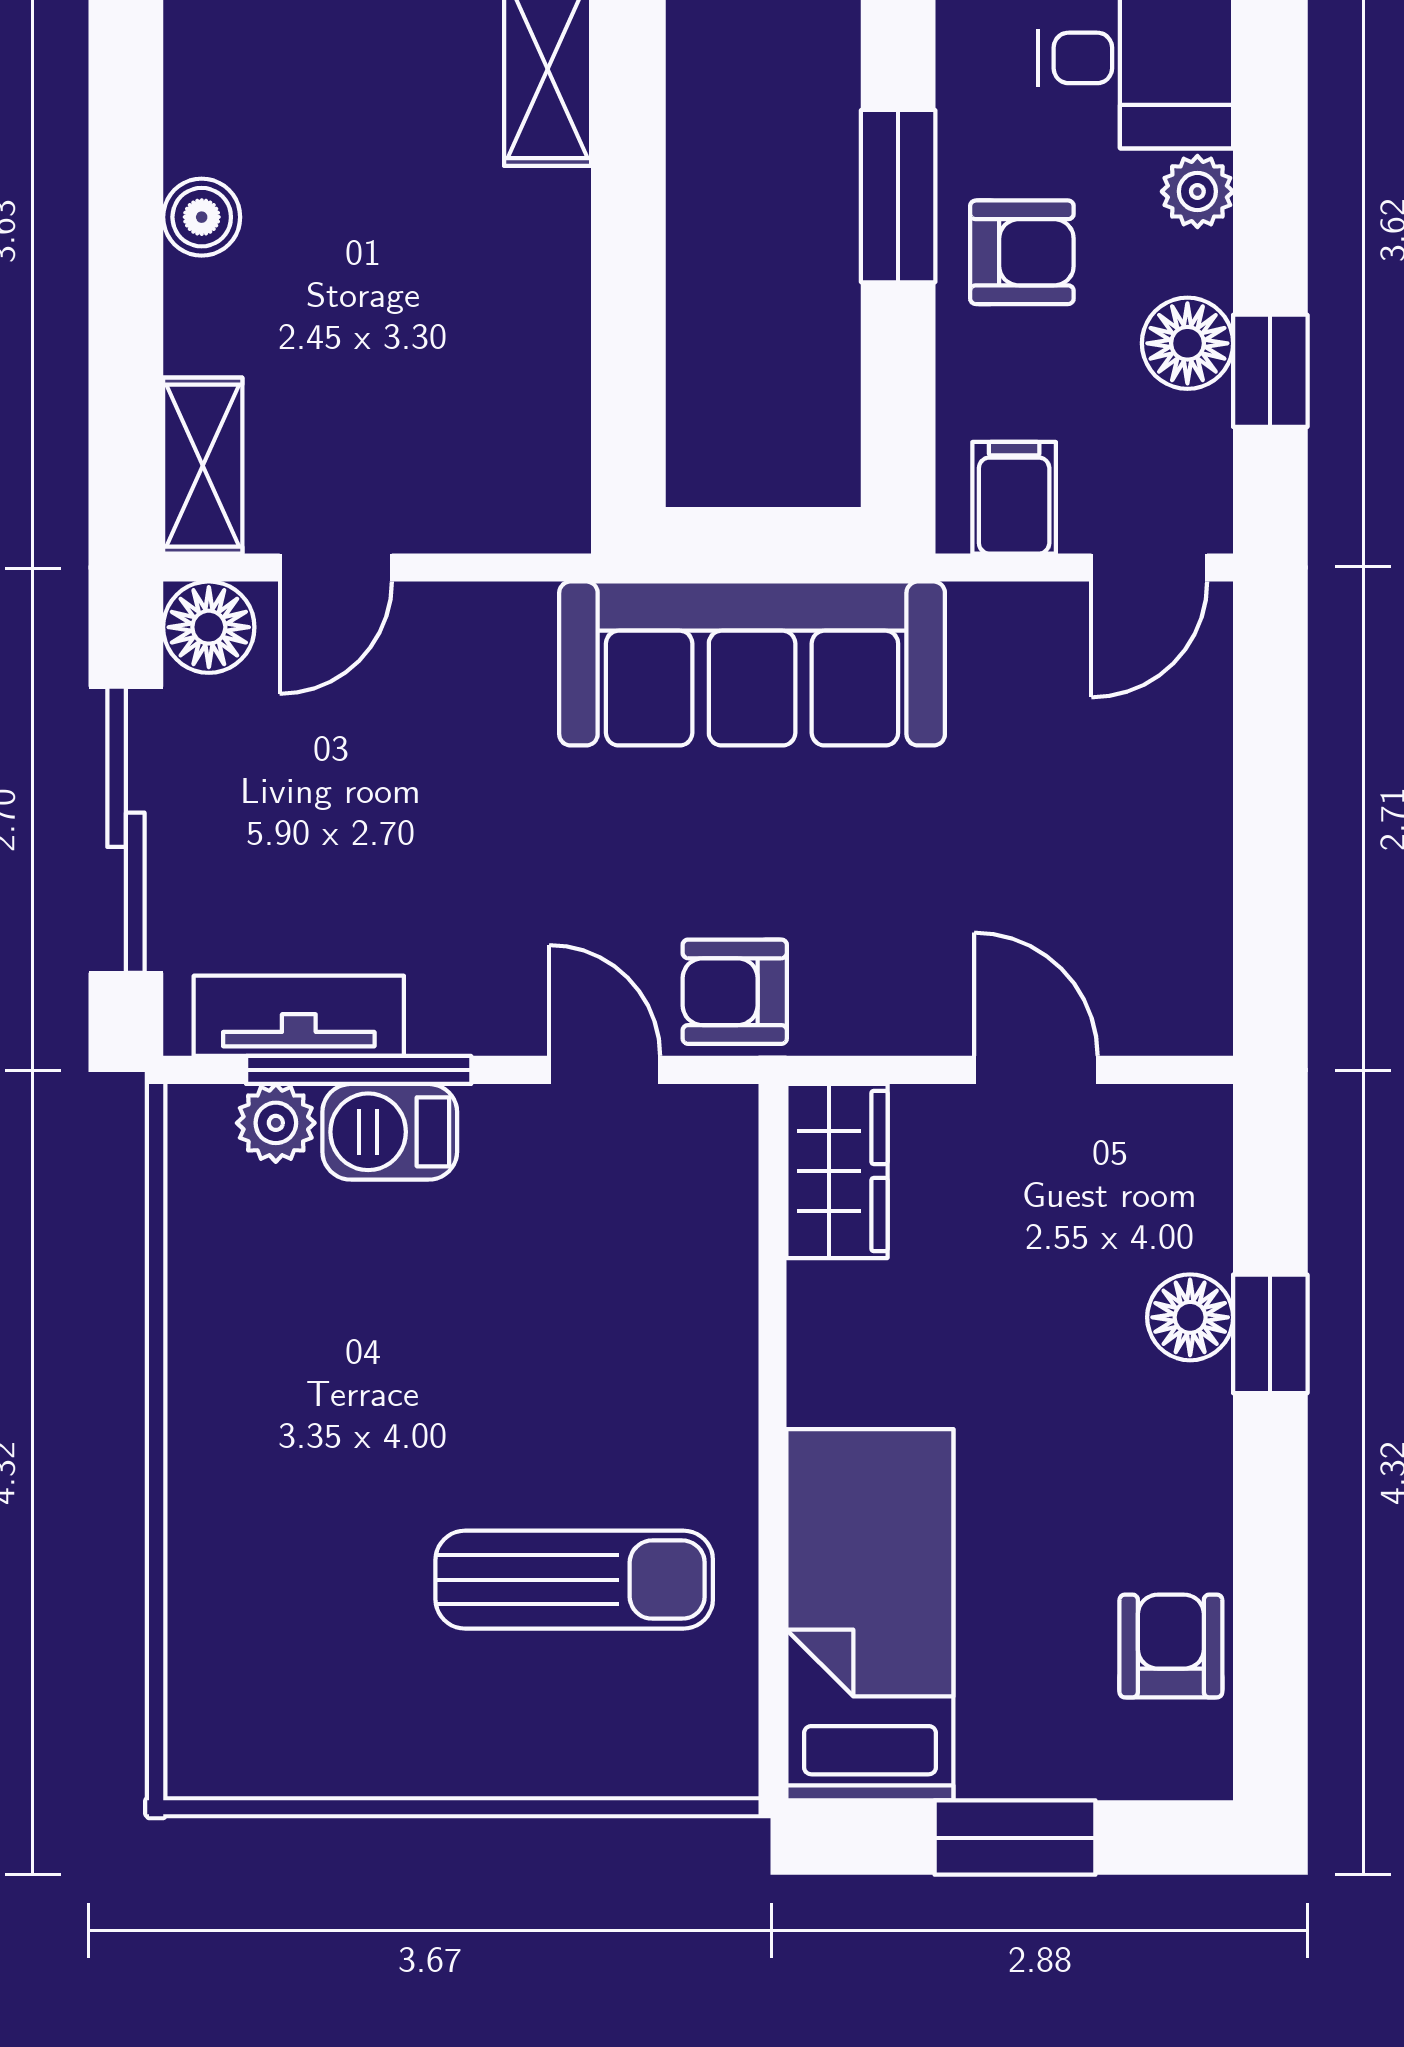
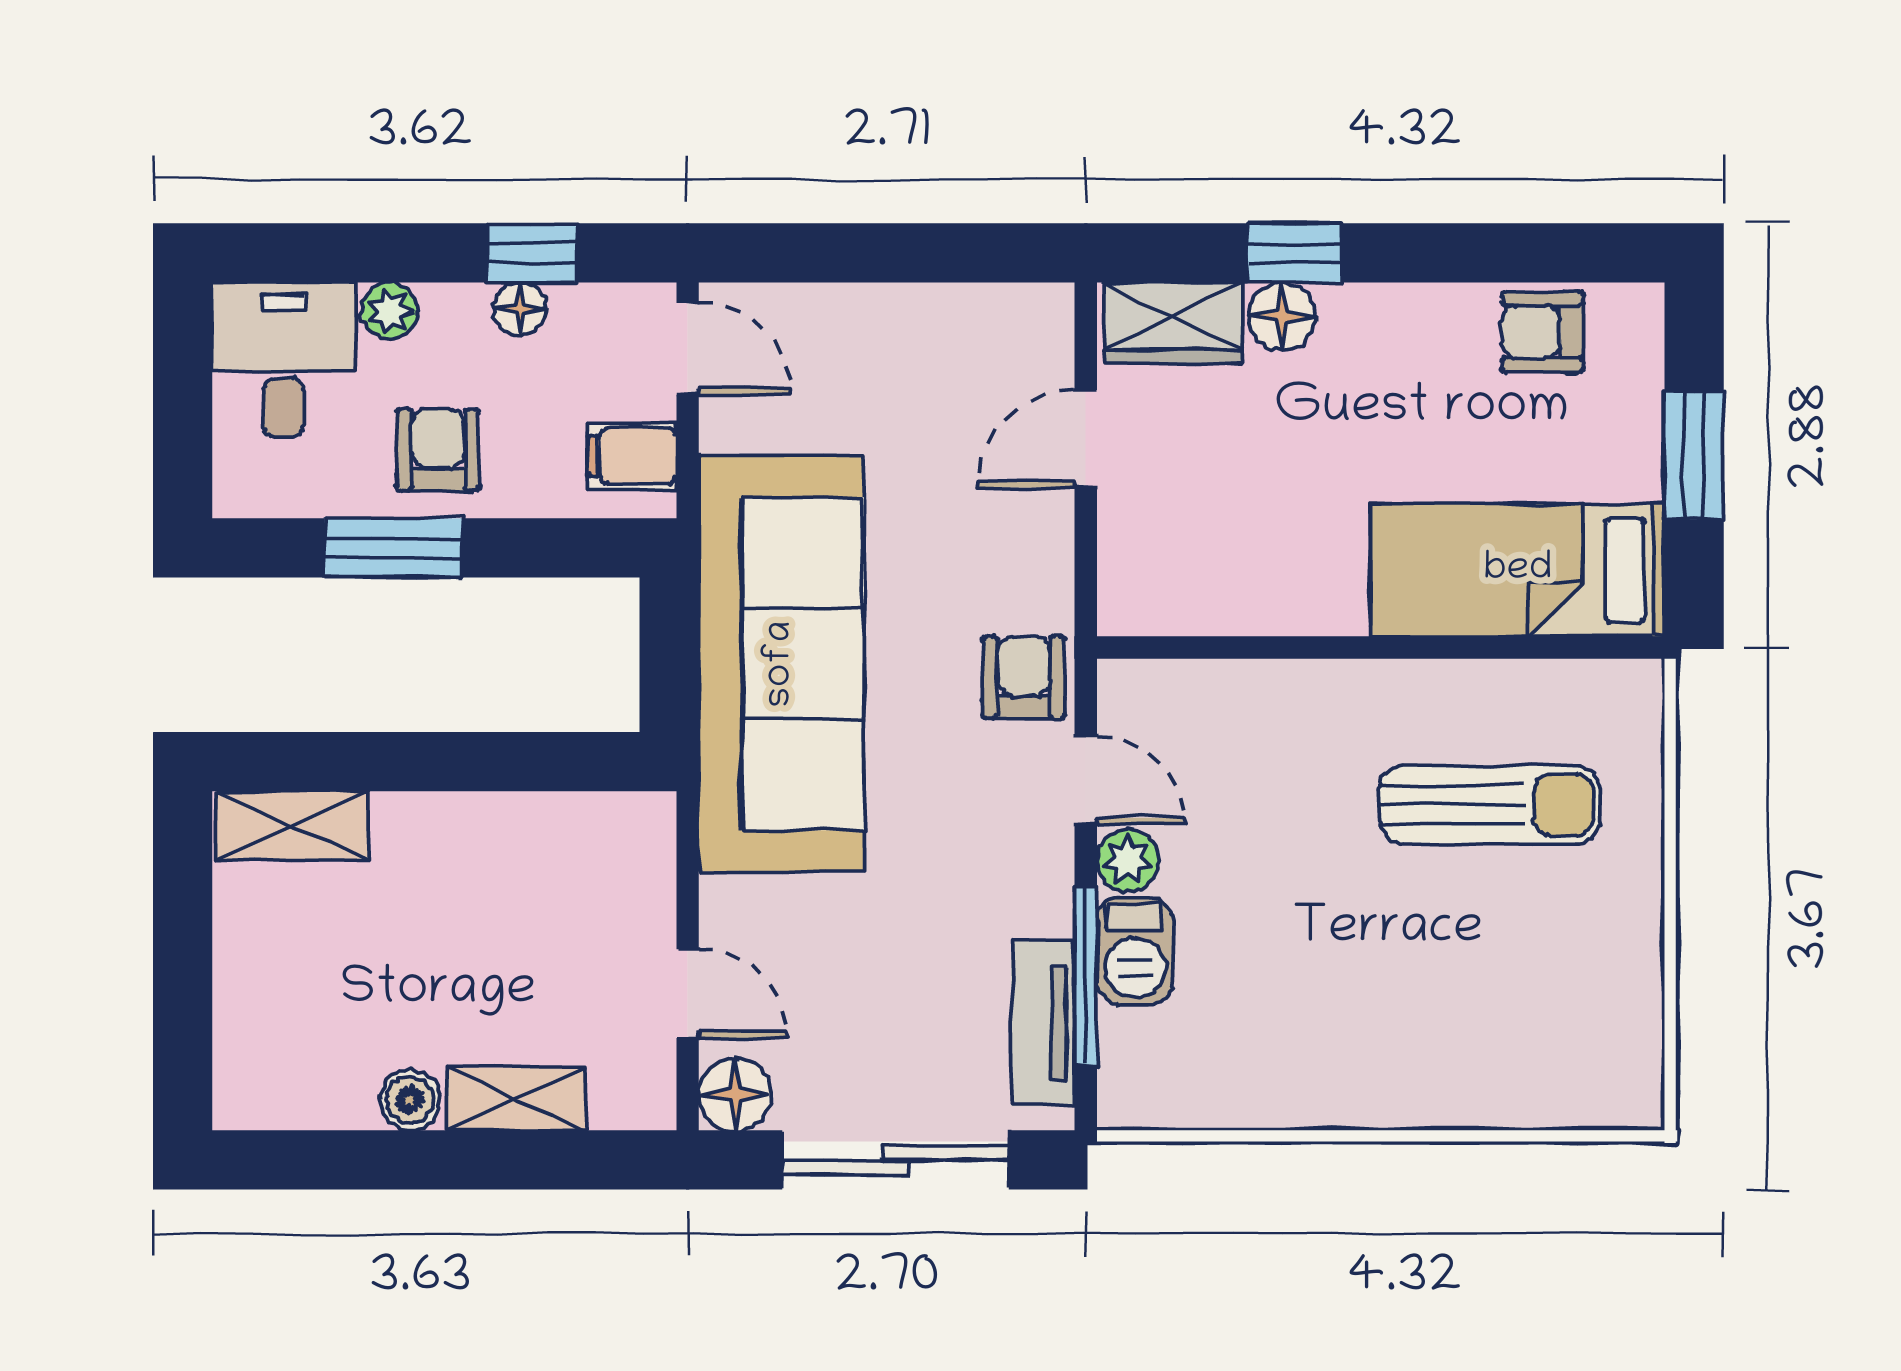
floor lamp: (1187, 343) -> (520, 309), width x0.73, depth x0.73
shelving: (203, 466) -> (516, 1099), moved
sofa: (752, 663) -> (781, 664), width x1.36, depth x1.27
armchair: (735, 992) -> (1024, 677), turned 180
door: (605, 1070) -> (1086, 780), swing flipped
plant: (276, 1123) -> (1128, 861), moved
wardrobe: (837, 1171) -> (1173, 323), moved, turned 180
sun lounger: (574, 1580) -> (1490, 805), turned 90

